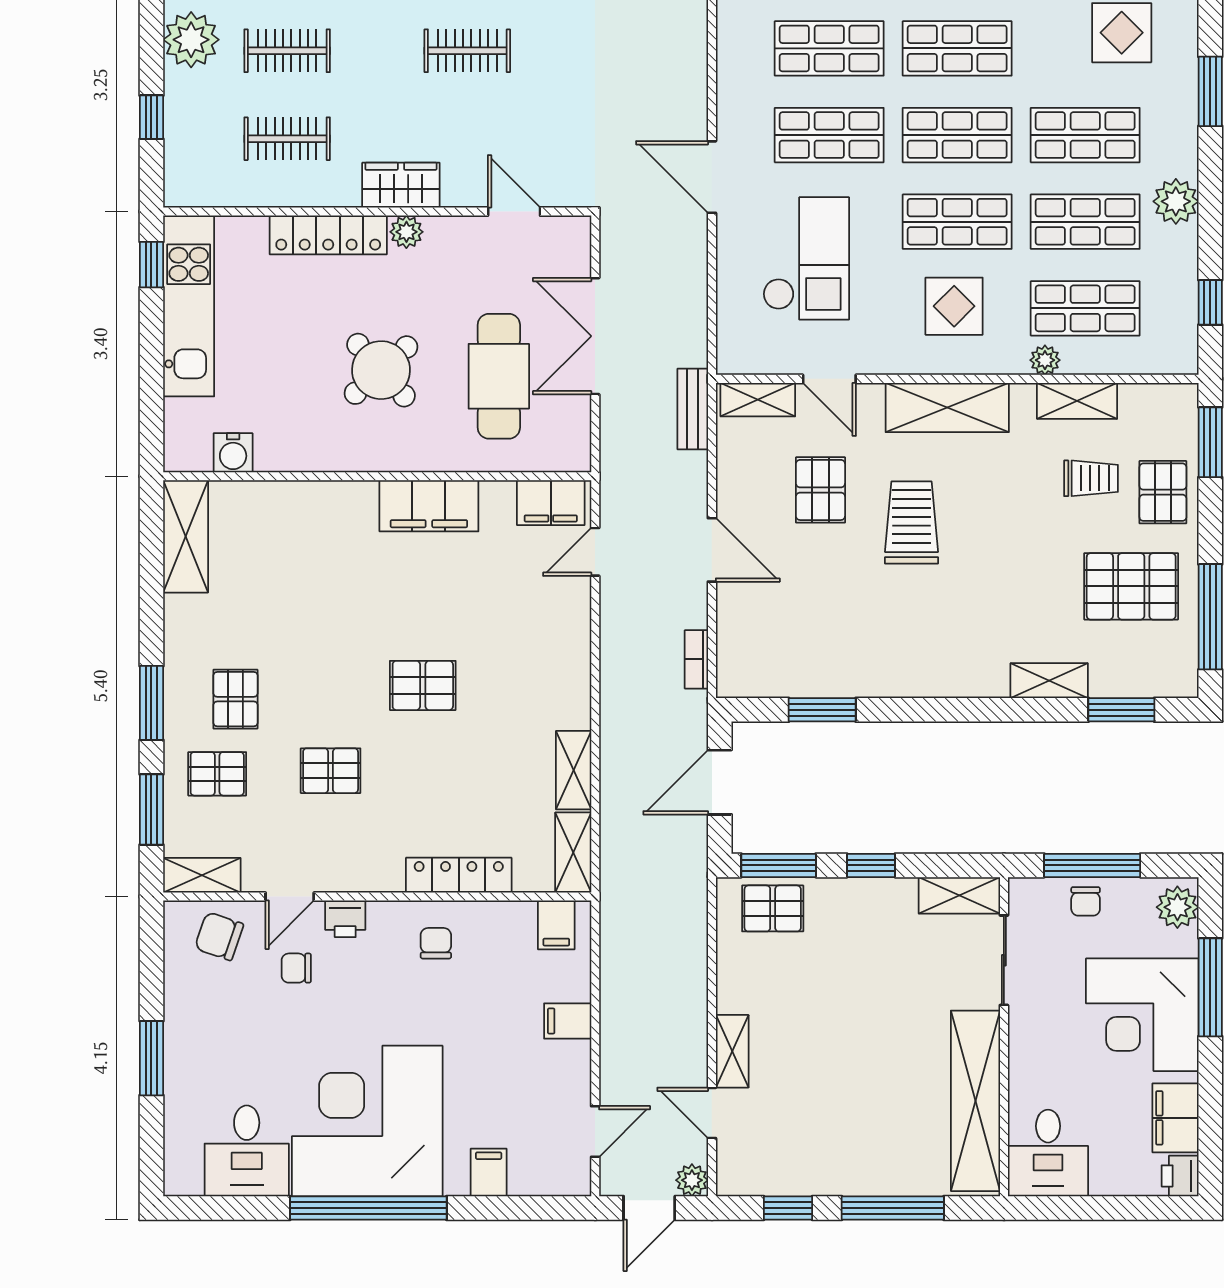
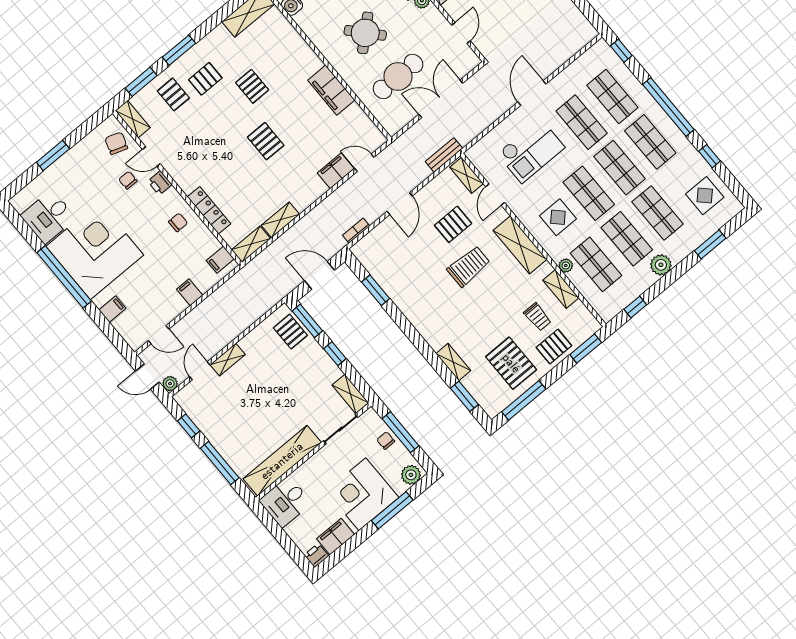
filing cabinet: (551, 503) -> (336, 171), moved, turned 90
pallet: (331, 771) -> (252, 86), moved
chair: (1086, 901) -> (386, 441), turned 90

